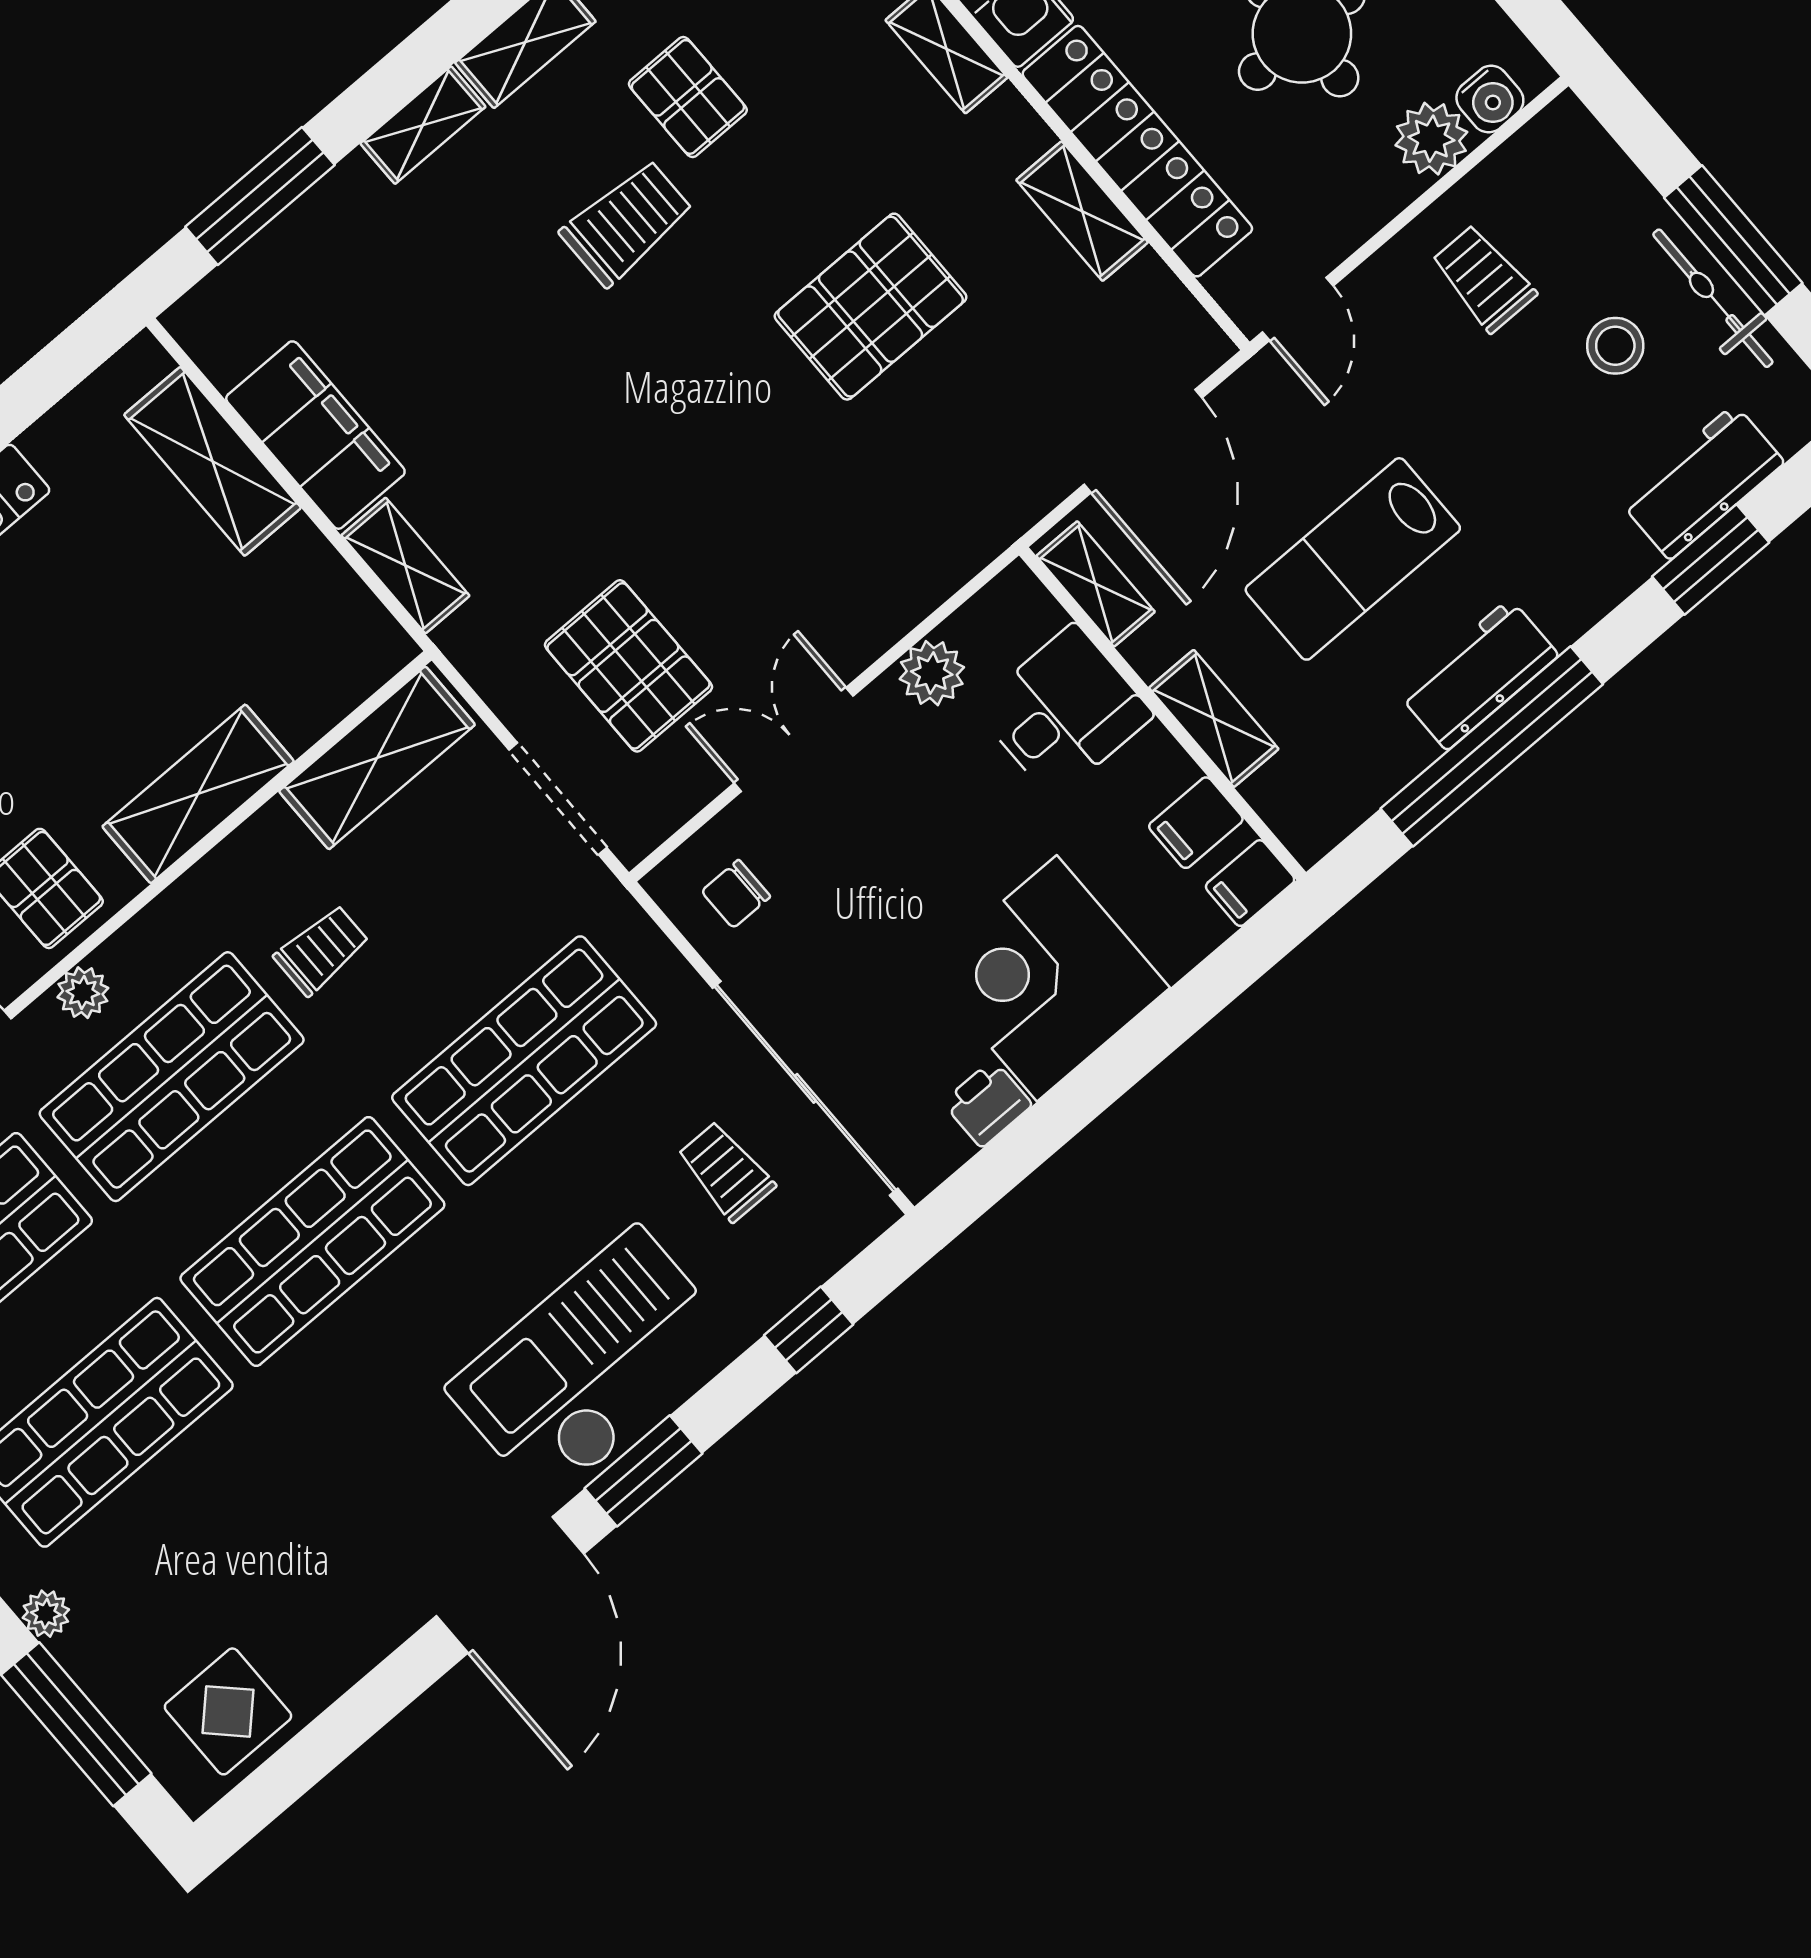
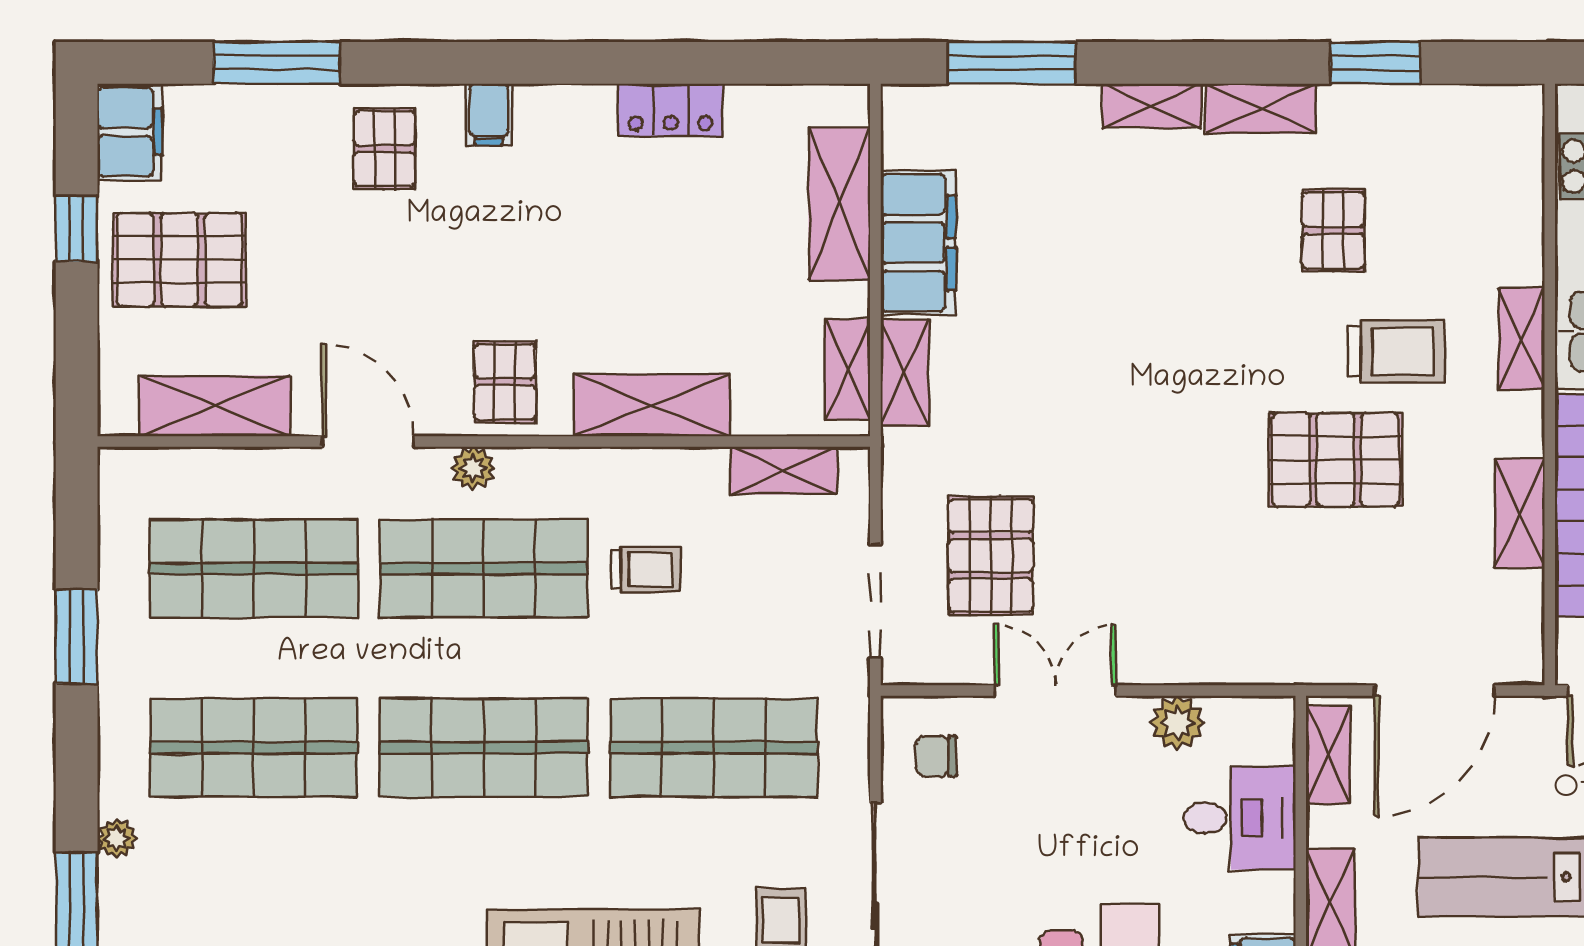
trolley: (627, 223) -> (1396, 352), moved
shelving: (350, 607) -> (848, 369), added
shelving: (377, 758) -> (784, 471), width x0.67, depth x0.75

